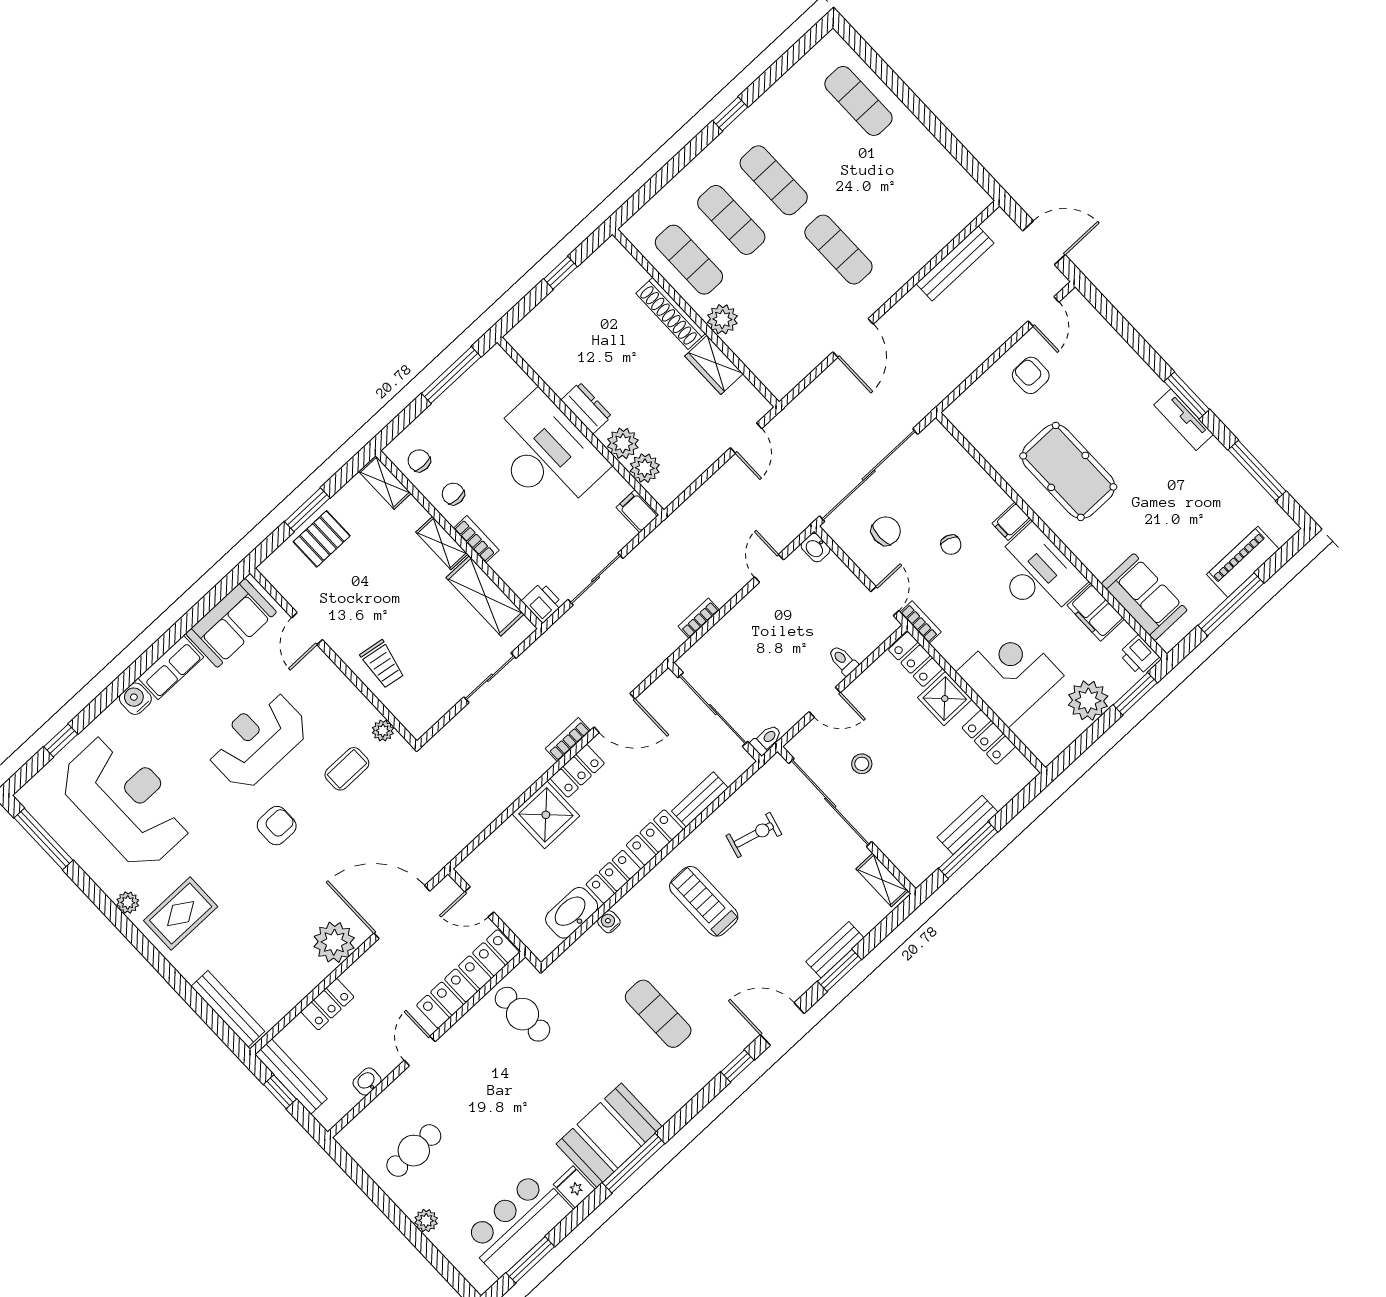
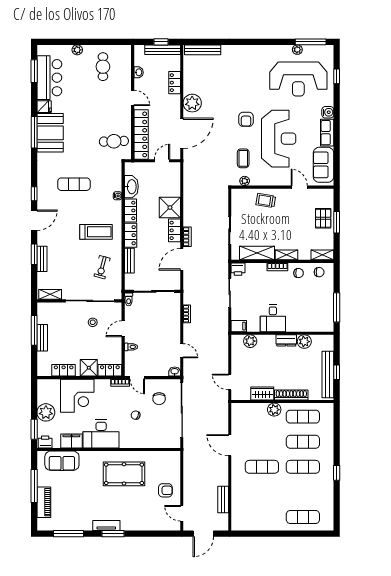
bench: (955, 263) -> (223, 500), width x0.73
bench: (578, 284) -> (328, 375), added
plant: (623, 443) -> (304, 342), moved
desk: (546, 454) -> (273, 318), width x0.53, depth x0.77
filing cabinet: (1011, 521) -> (125, 441), removed
reception desk: (258, 740) -> (279, 139), width x1.36, depth x1.30
plant: (128, 903) -> (297, 50), moved
rug: (181, 914) -> (247, 63), removed

